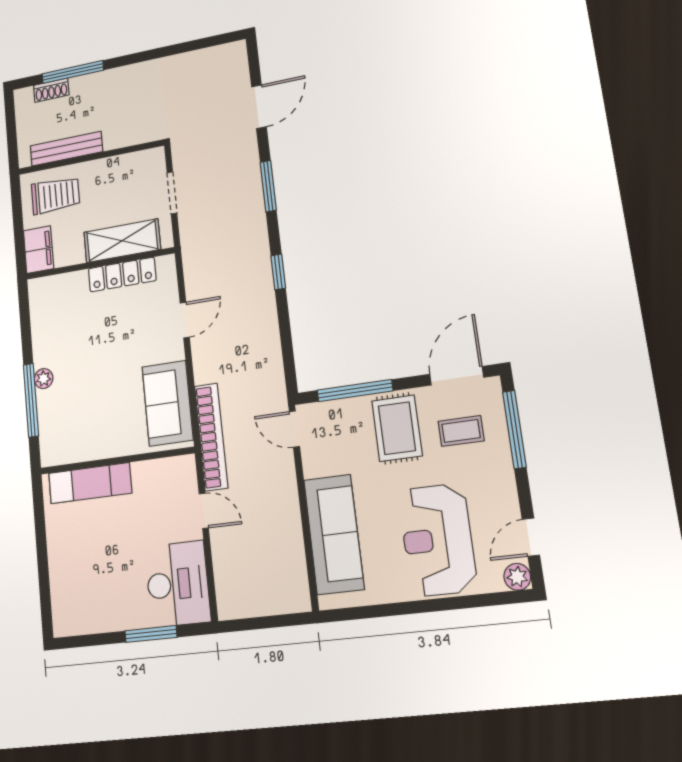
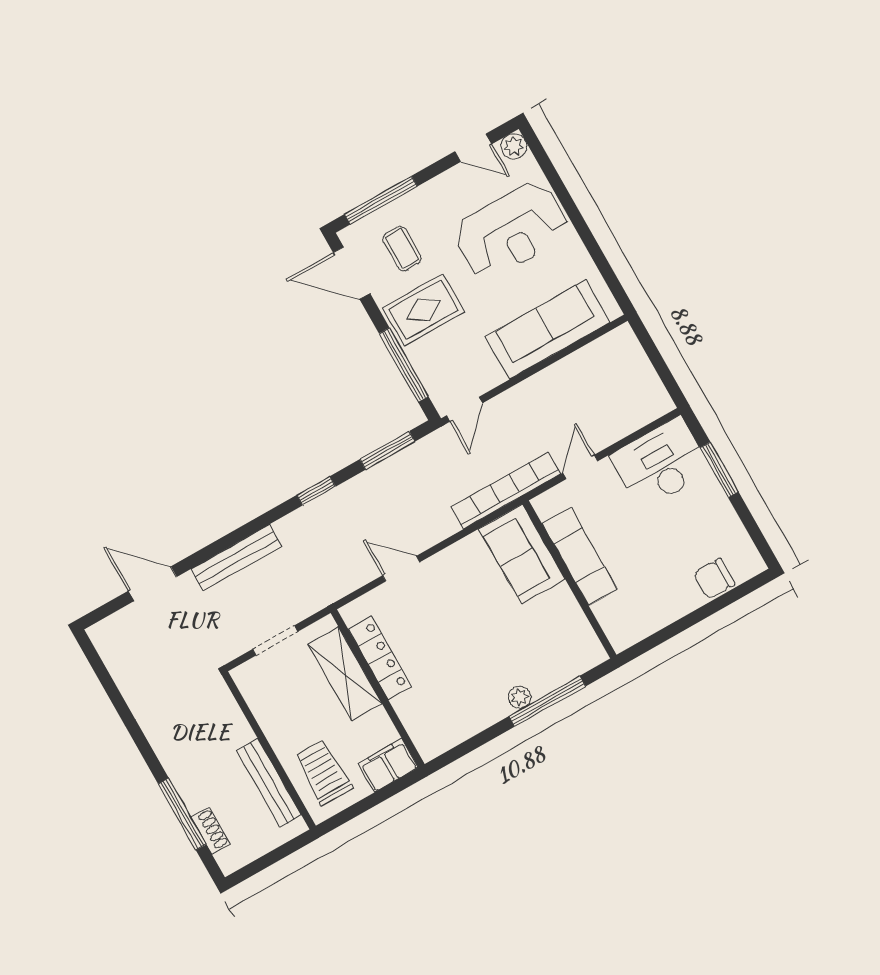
bench: (251, 184) -> (236, 558), added
window: (268, 186) -> (387, 450), moved
sofa: (167, 403) -> (522, 554), moved, turned 90
exam couch: (90, 483) -> (580, 557), moved
chair: (65, 587) -> (714, 579), added

